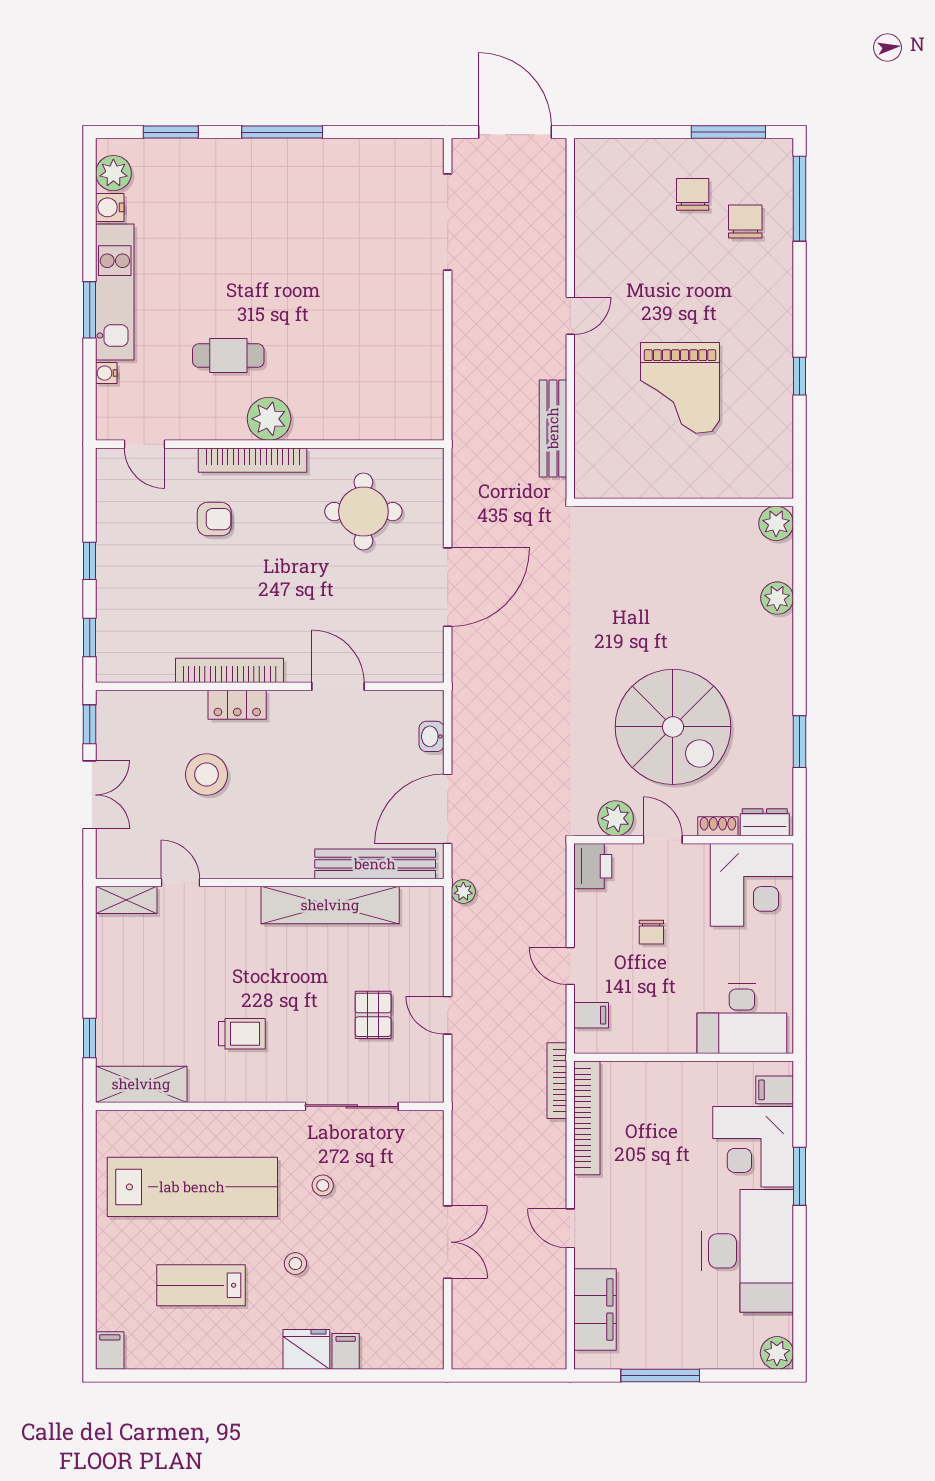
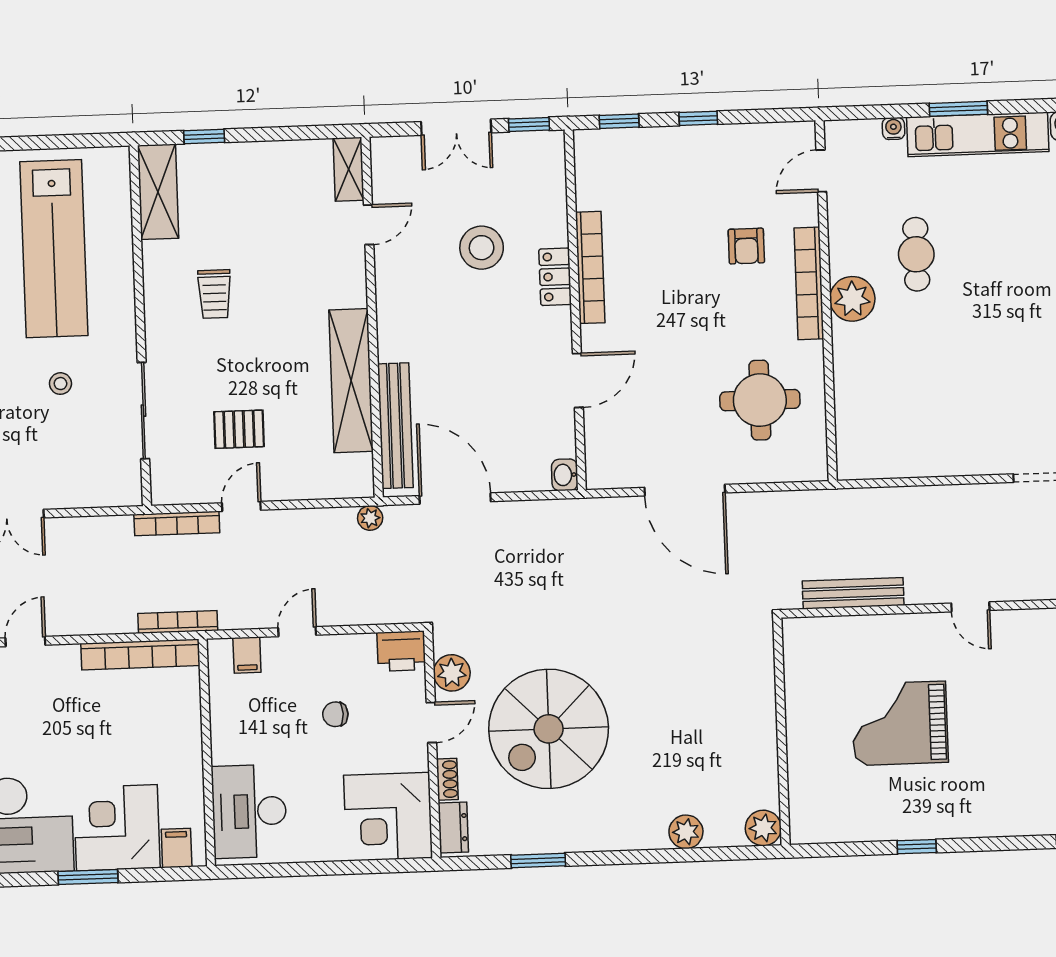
washbasin: (432, 736) -> (565, 475), moved, turned -90
bookcase: (462, 1078) -> (177, 523), added

